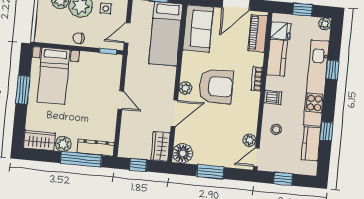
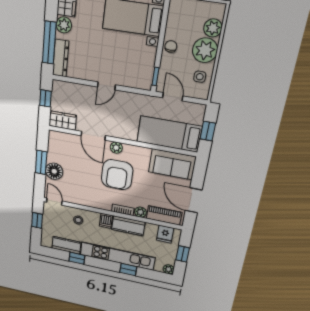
kitchen counter: (277, 58) -> (128, 226), moved
plant: (249, 140) -> (140, 212), moved
floor lamp: (183, 153) -> (54, 171), moved

